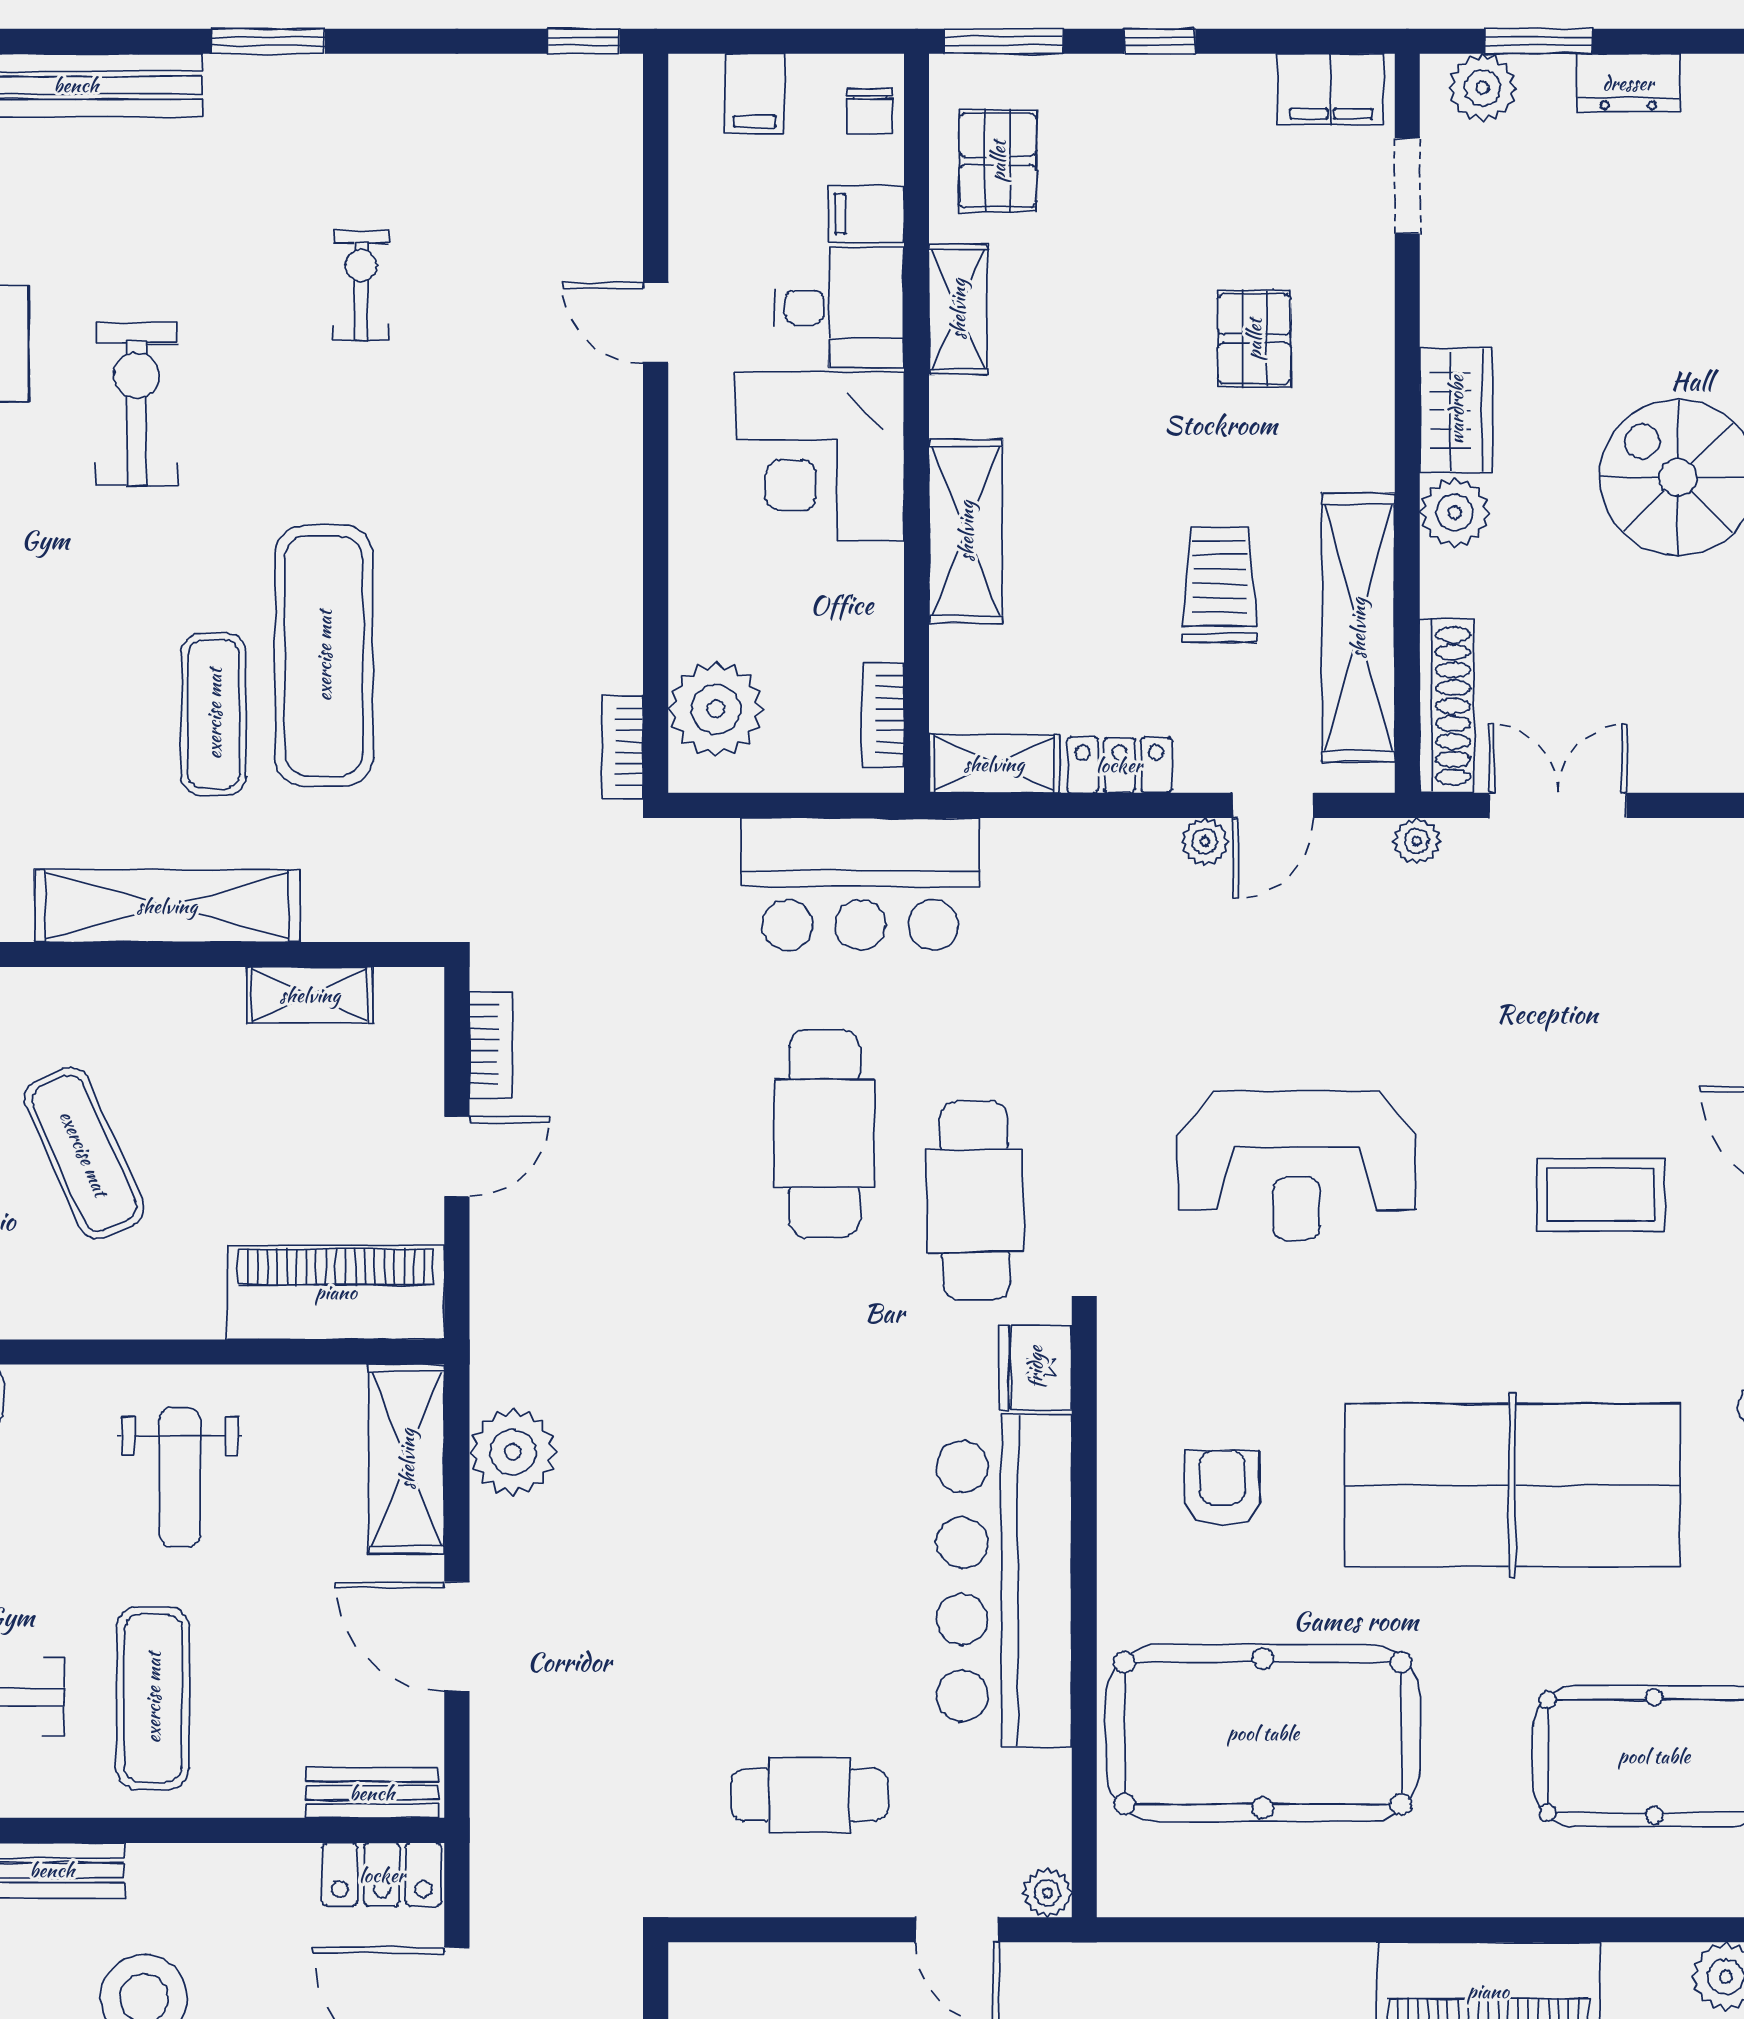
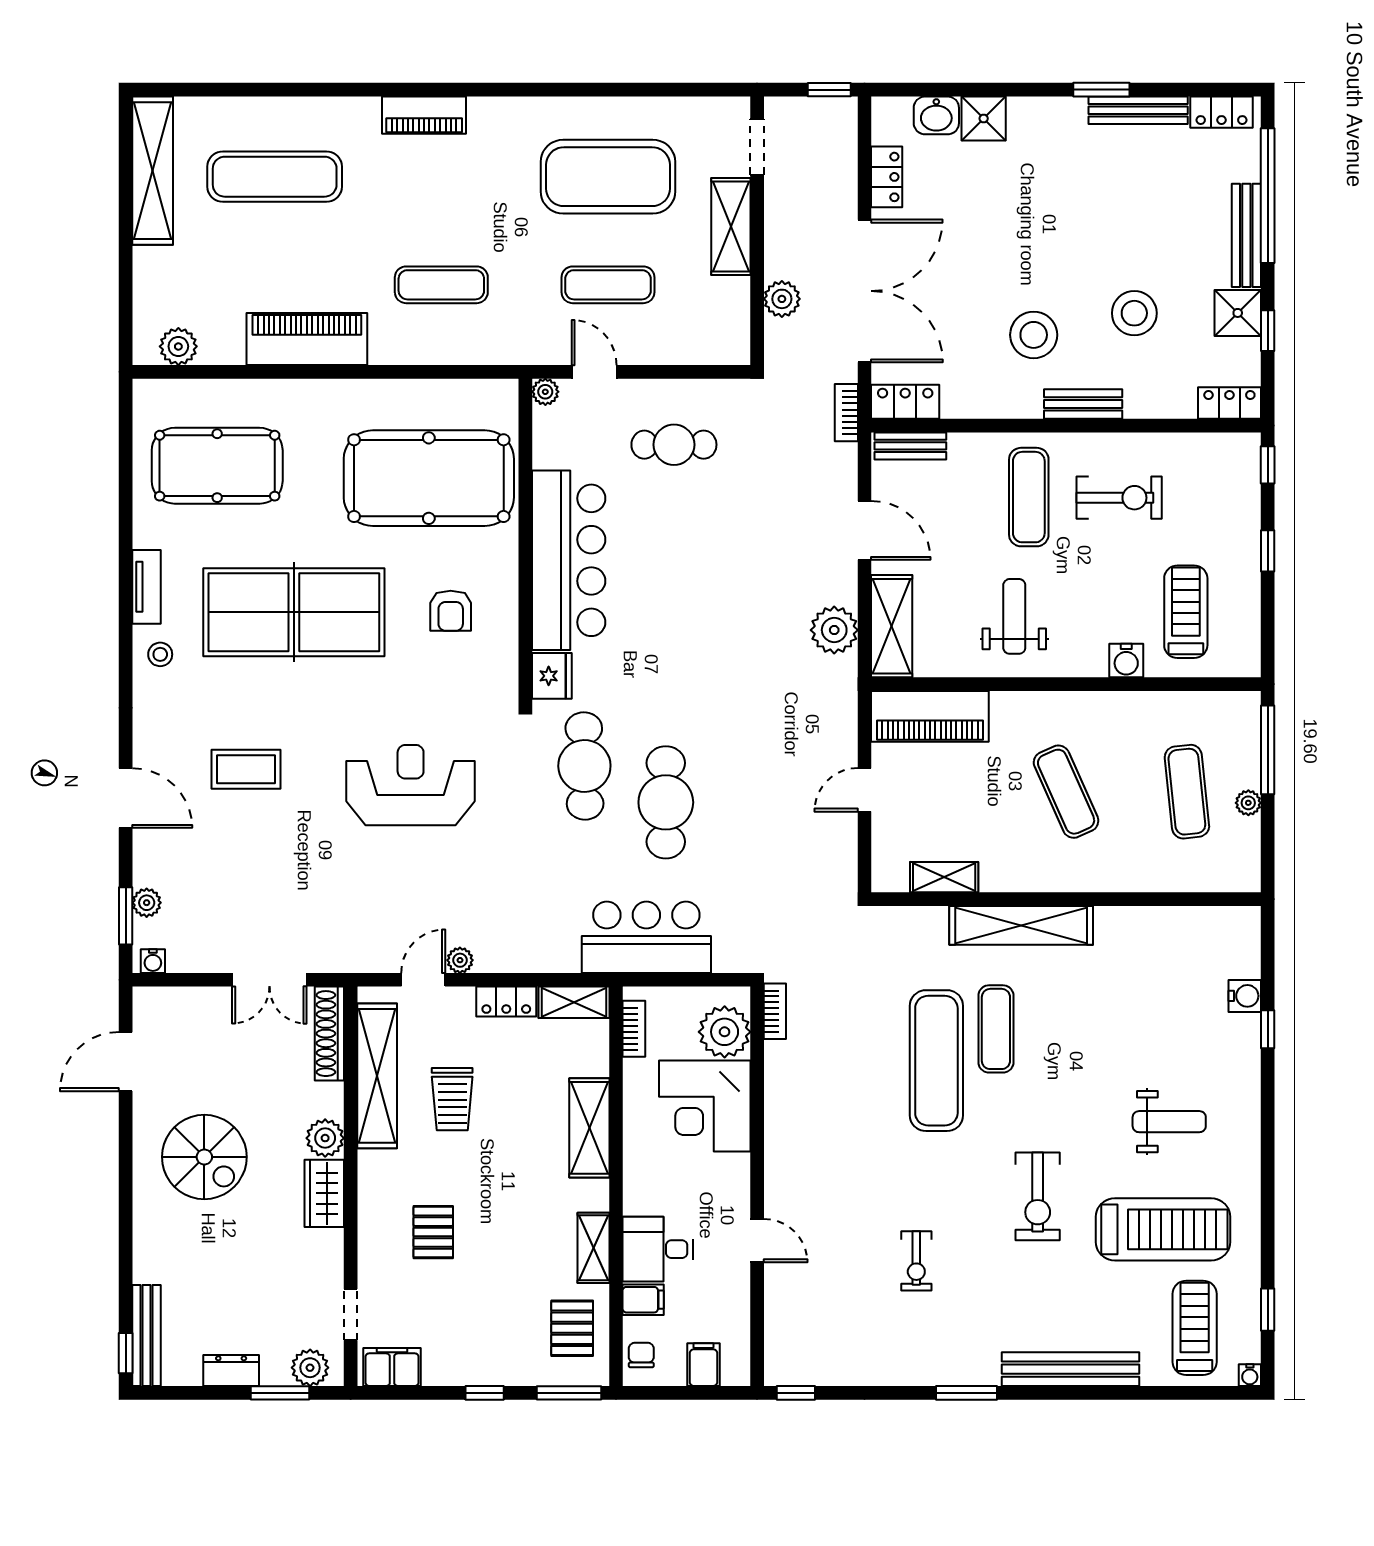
corner desk: (820, 457) -> (705, 1106), moved, turned 180
plant: (1417, 841) -> (346, 960), removed
bookcase: (490, 1045) -> (846, 413), moved

